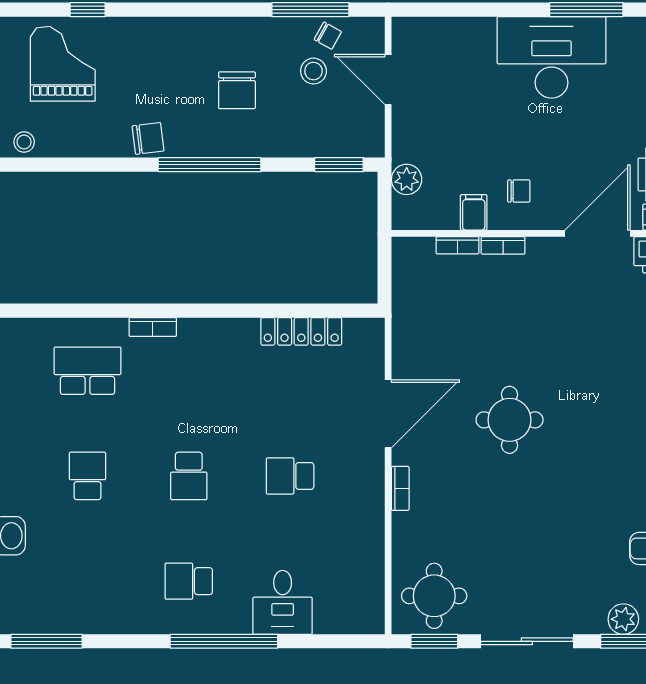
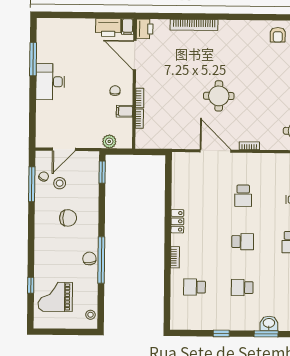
desk: (552, 57) -> (50, 82), width x0.73, depth x0.77
window: (210, 165) -> (101, 260), moved
locker: (301, 331) -> (177, 221), moved, width x0.66
school desk: (88, 371) -> (194, 287), width x0.54

